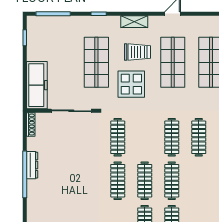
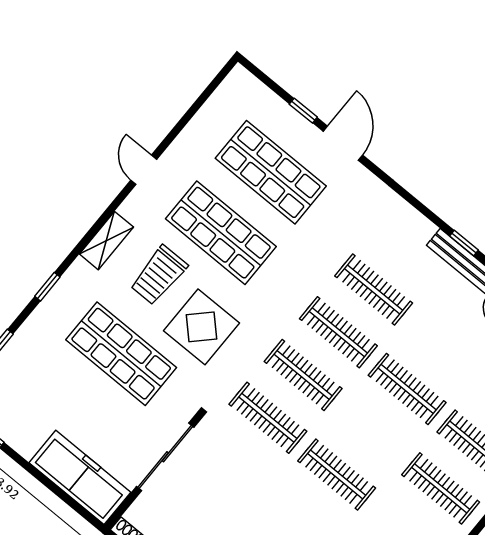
trolley: (137, 52) -> (159, 275), turned 180
clothes rail: (145, 181) -> (303, 375), moved

